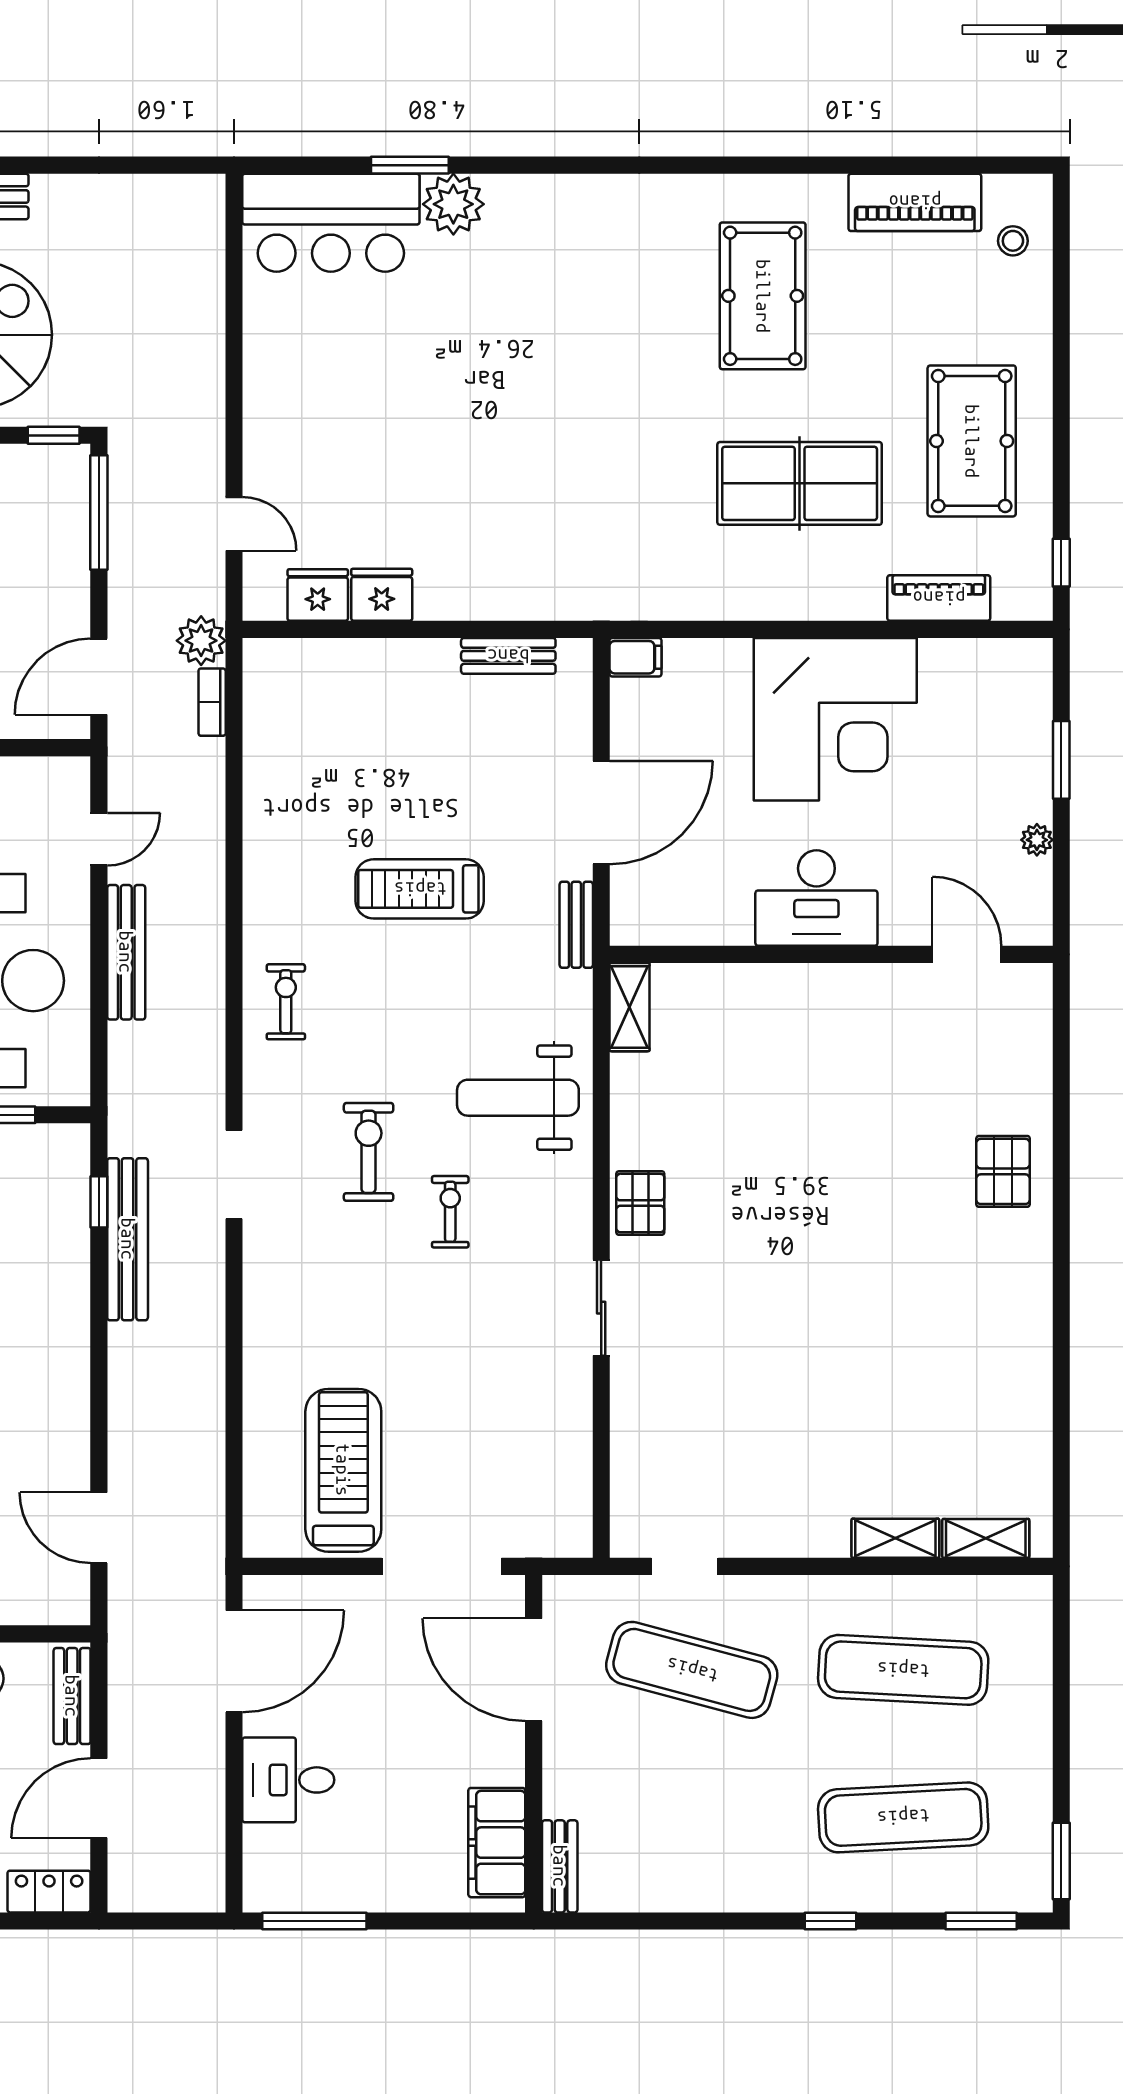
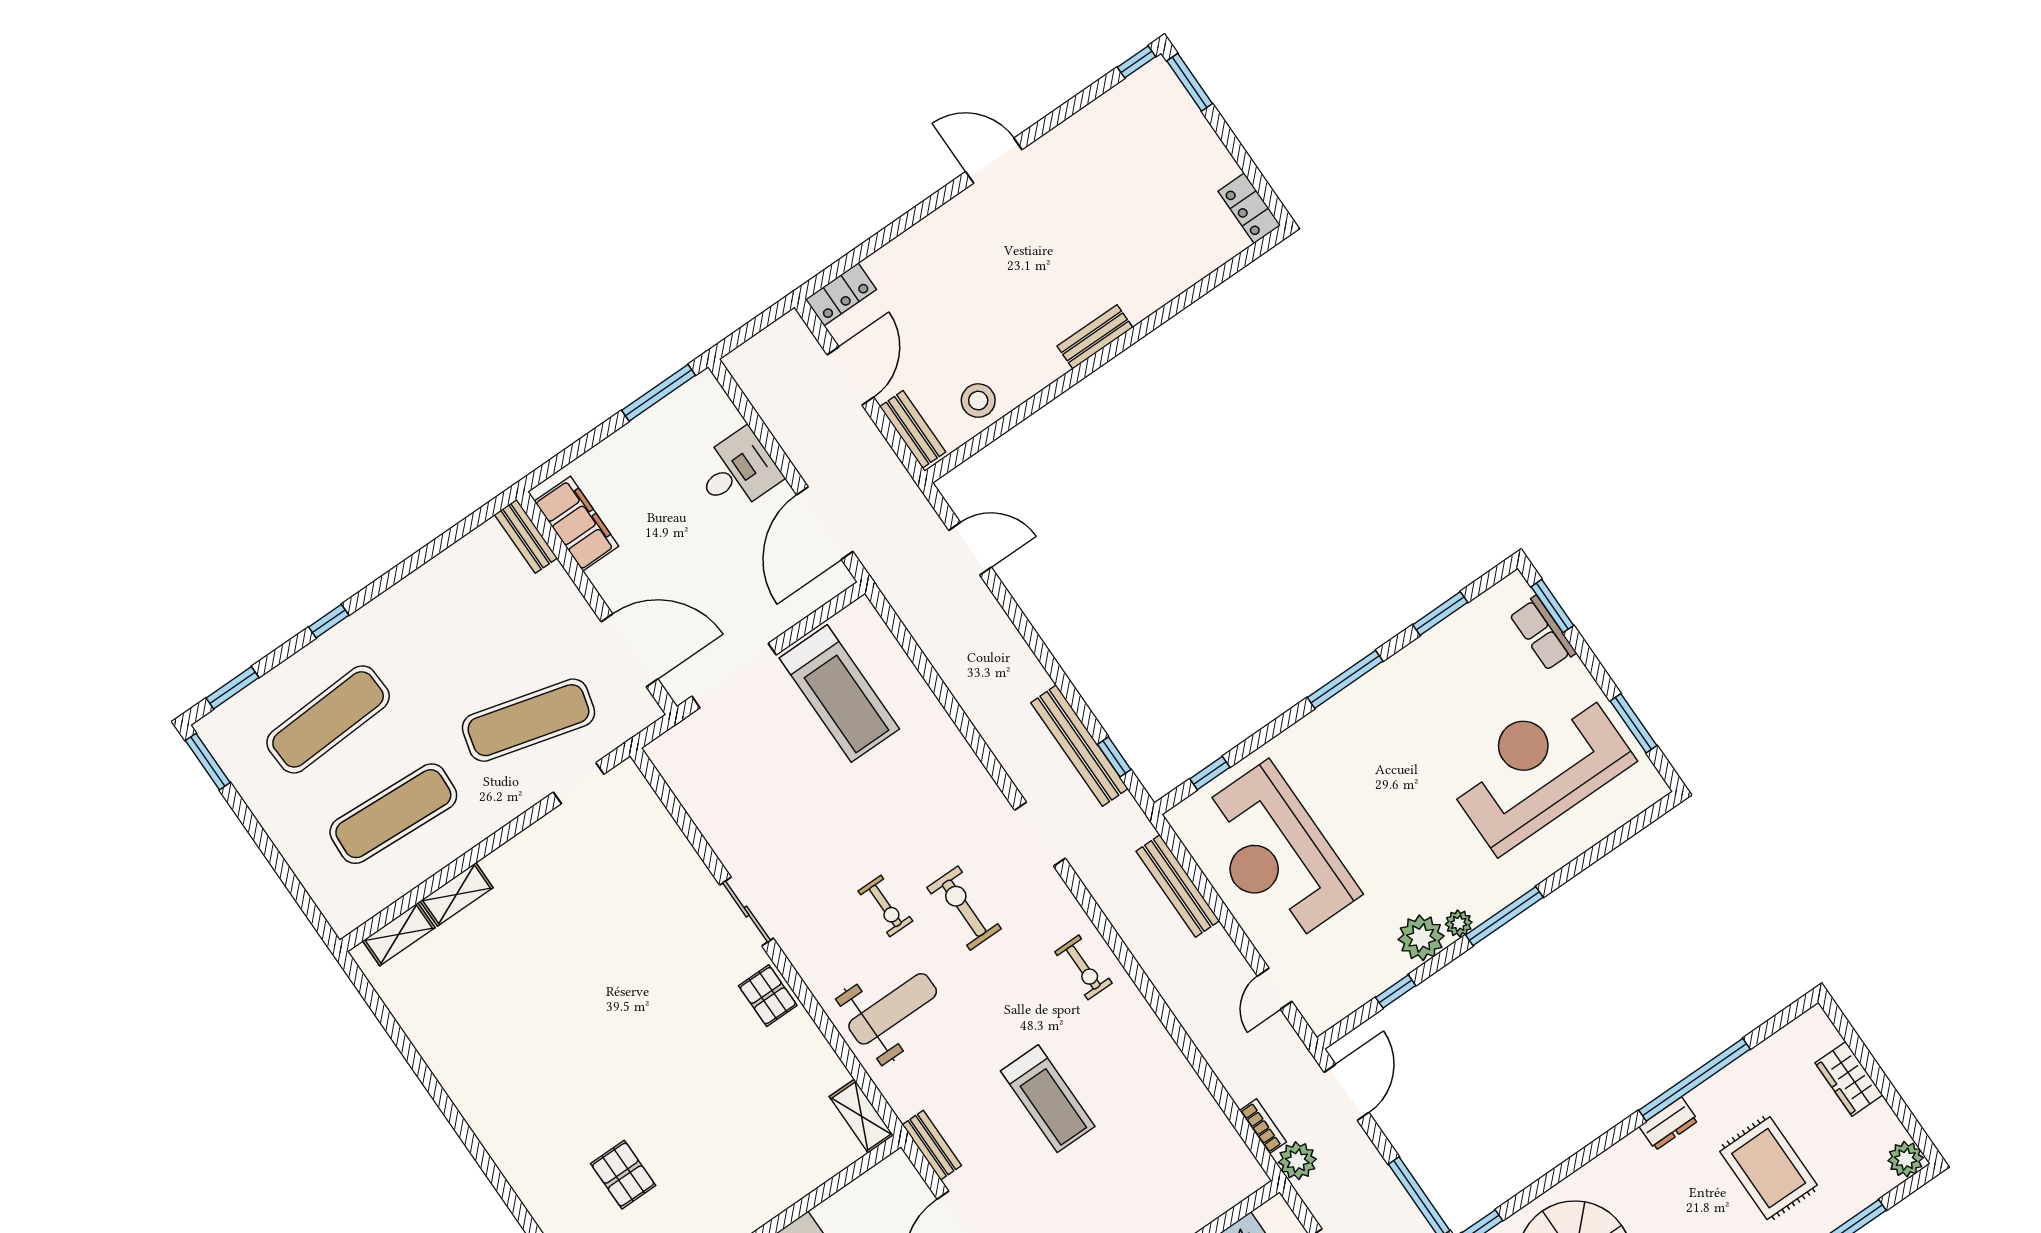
treadmill: (420, 889) -> (1048, 1099), turned 90
bench: (126, 952) -> (1178, 886), moved
exercise bike: (369, 1152) -> (964, 908), turned 180
pallet: (1003, 1171) -> (623, 1175), moved

